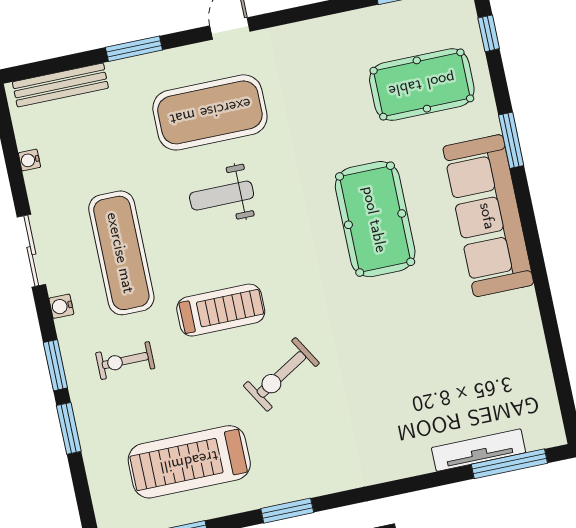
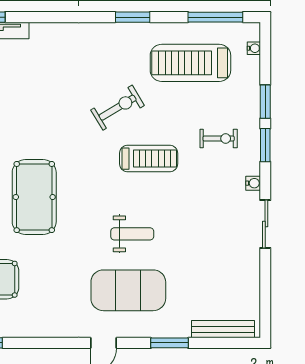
water cooler: (29, 160) -> (254, 48), moved
exercise mat: (121, 253) -> (206, 210), removed
treadmill: (221, 310) -> (149, 159), turned 180
treadmill: (189, 462) -> (190, 63), turned 180

